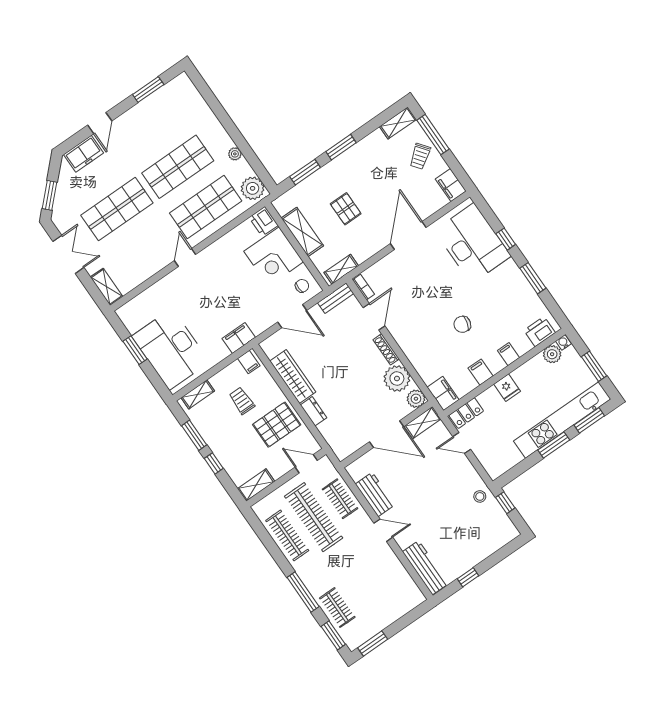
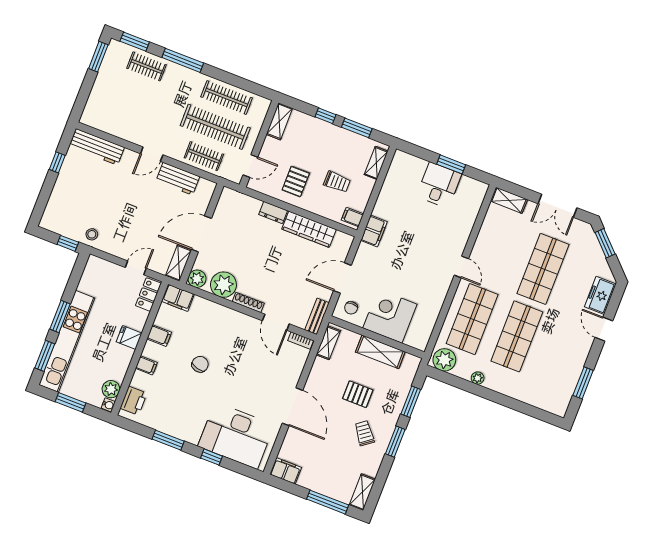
trolley: (420, 156) -> (364, 433), moved
printer: (264, 221) -> (417, 339), removed
desk: (171, 349) -> (439, 185), width x0.53, depth x0.77
pallet: (277, 425) -> (296, 182), width x0.67, depth x0.71

